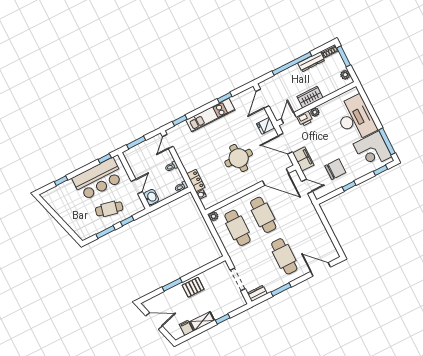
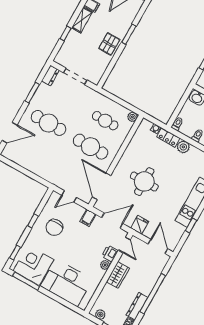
filing cabinet: (303, 159) -> (88, 218), width x0.50
plant: (189, 165) -> (183, 147), added
door: (276, 177) -> (102, 186), hinge flipped
cafe table: (237, 228) -> (105, 121), width x0.73, depth x0.74

